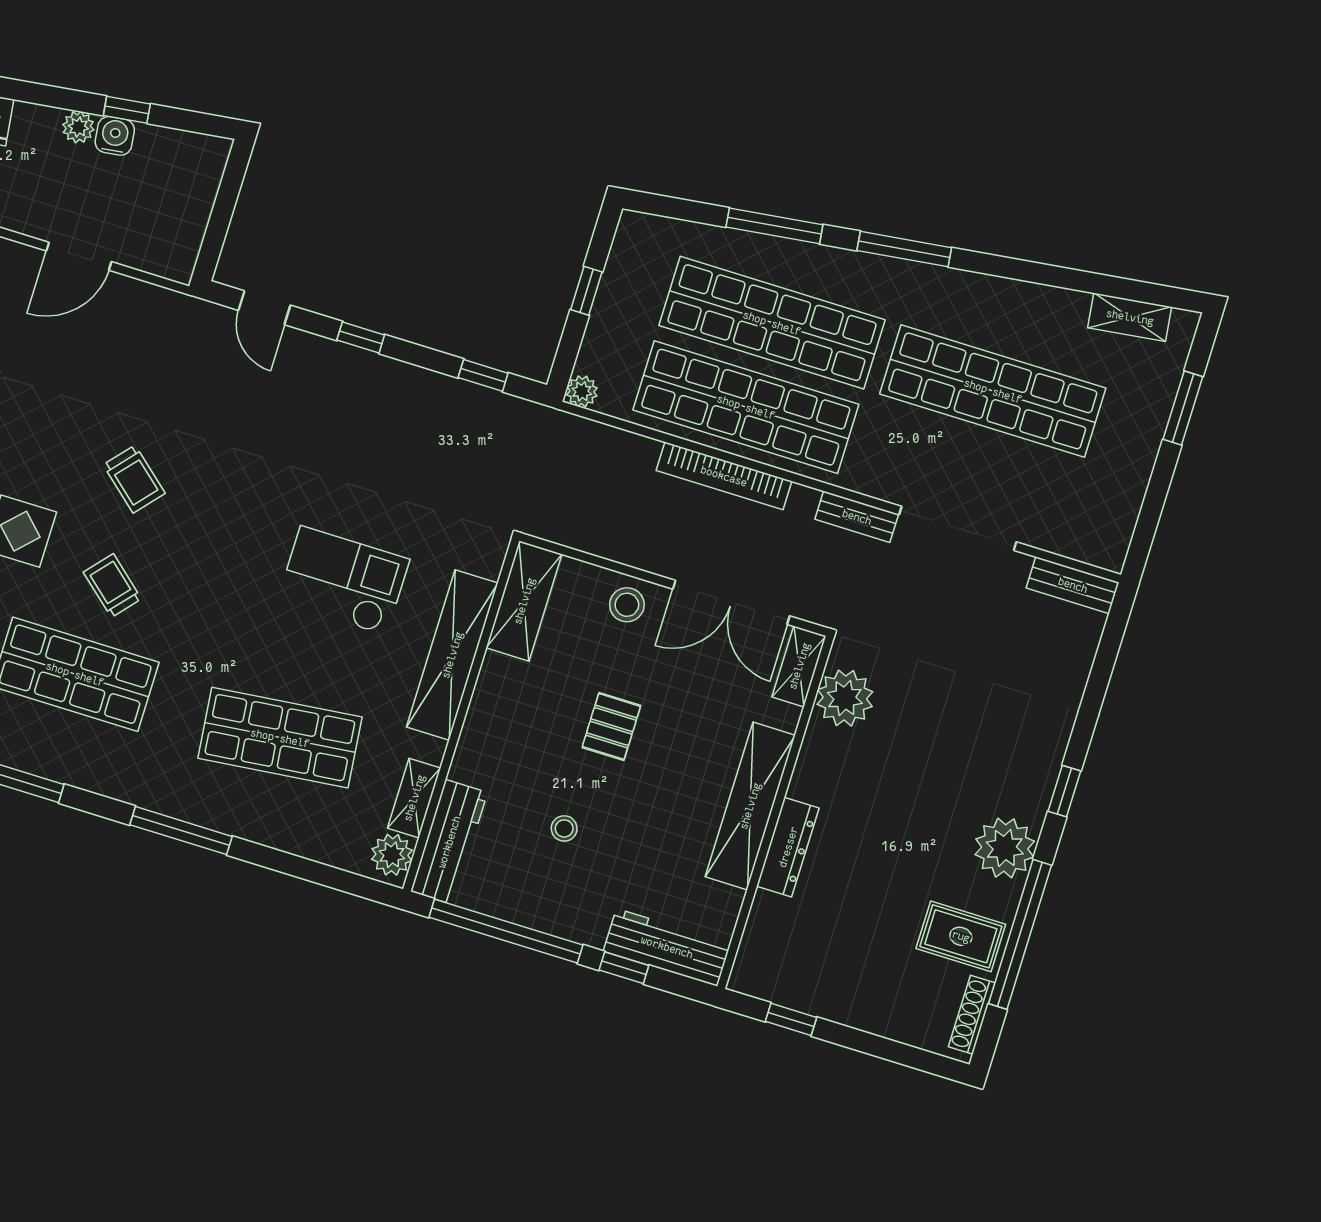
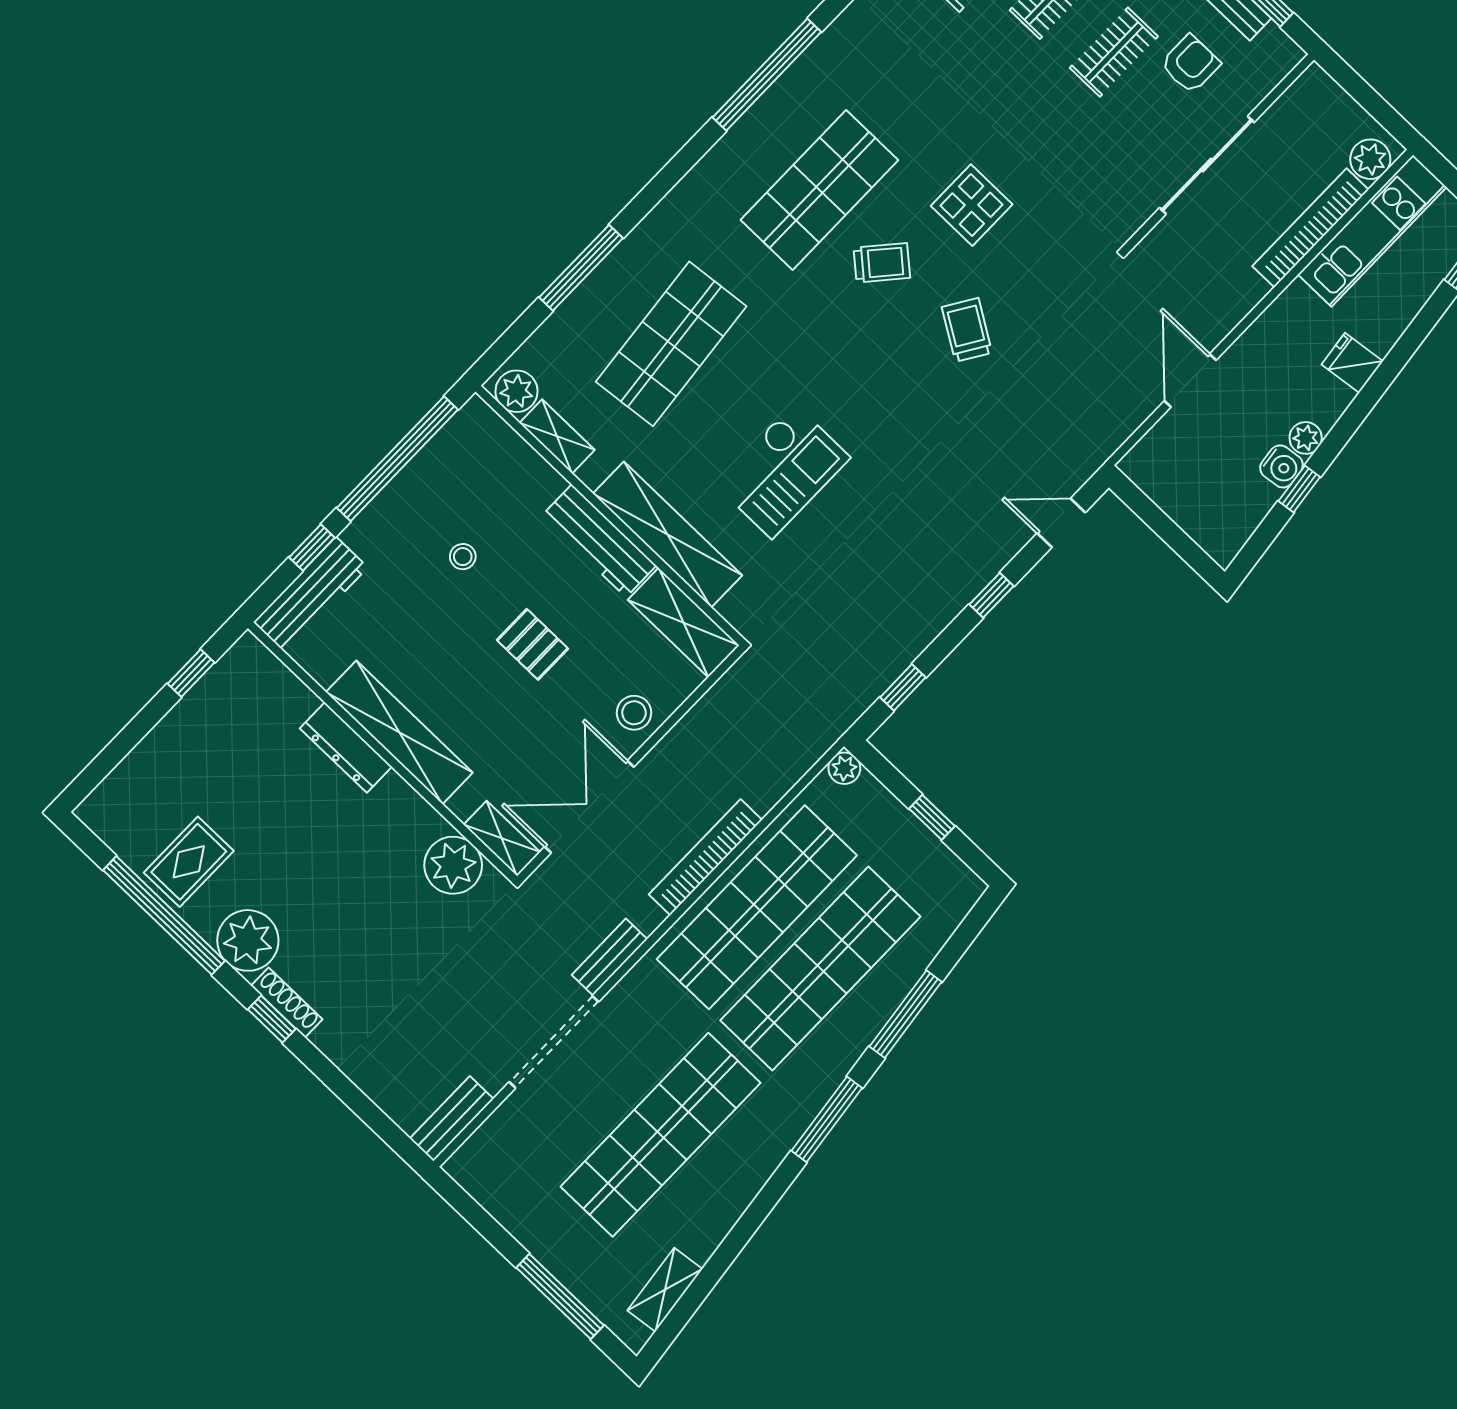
window: (1183, 408) -> (560, 1297), width x1.44
trolley: (134, 479) -> (967, 330), turned 81
window: (181, 831) -> (581, 268), moved
workbench: (449, 842) -> (599, 541), moved
shoe rack: (972, 1015) -> (287, 1003), moved

